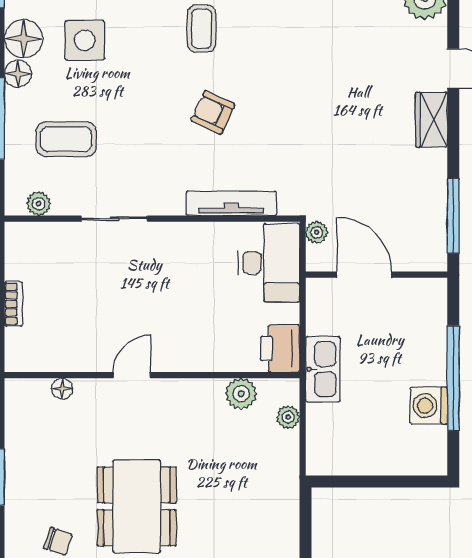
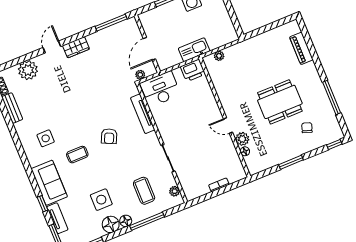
plant: (241, 394) -> (242, 139), moved

